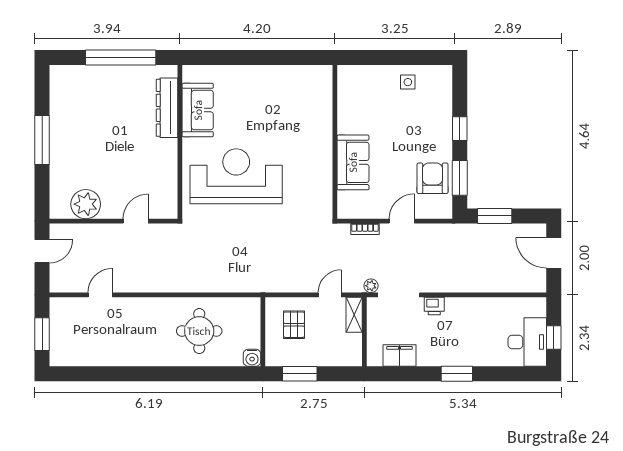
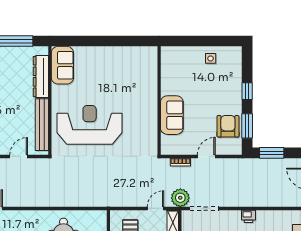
sofa: (198, 110) -> (62, 65), moved
bench: (169, 176) -> (42, 125), added
plant: (371, 286) -> (180, 198), width x1.88, depth x1.88
printer: (434, 306) -> (248, 216), moved

